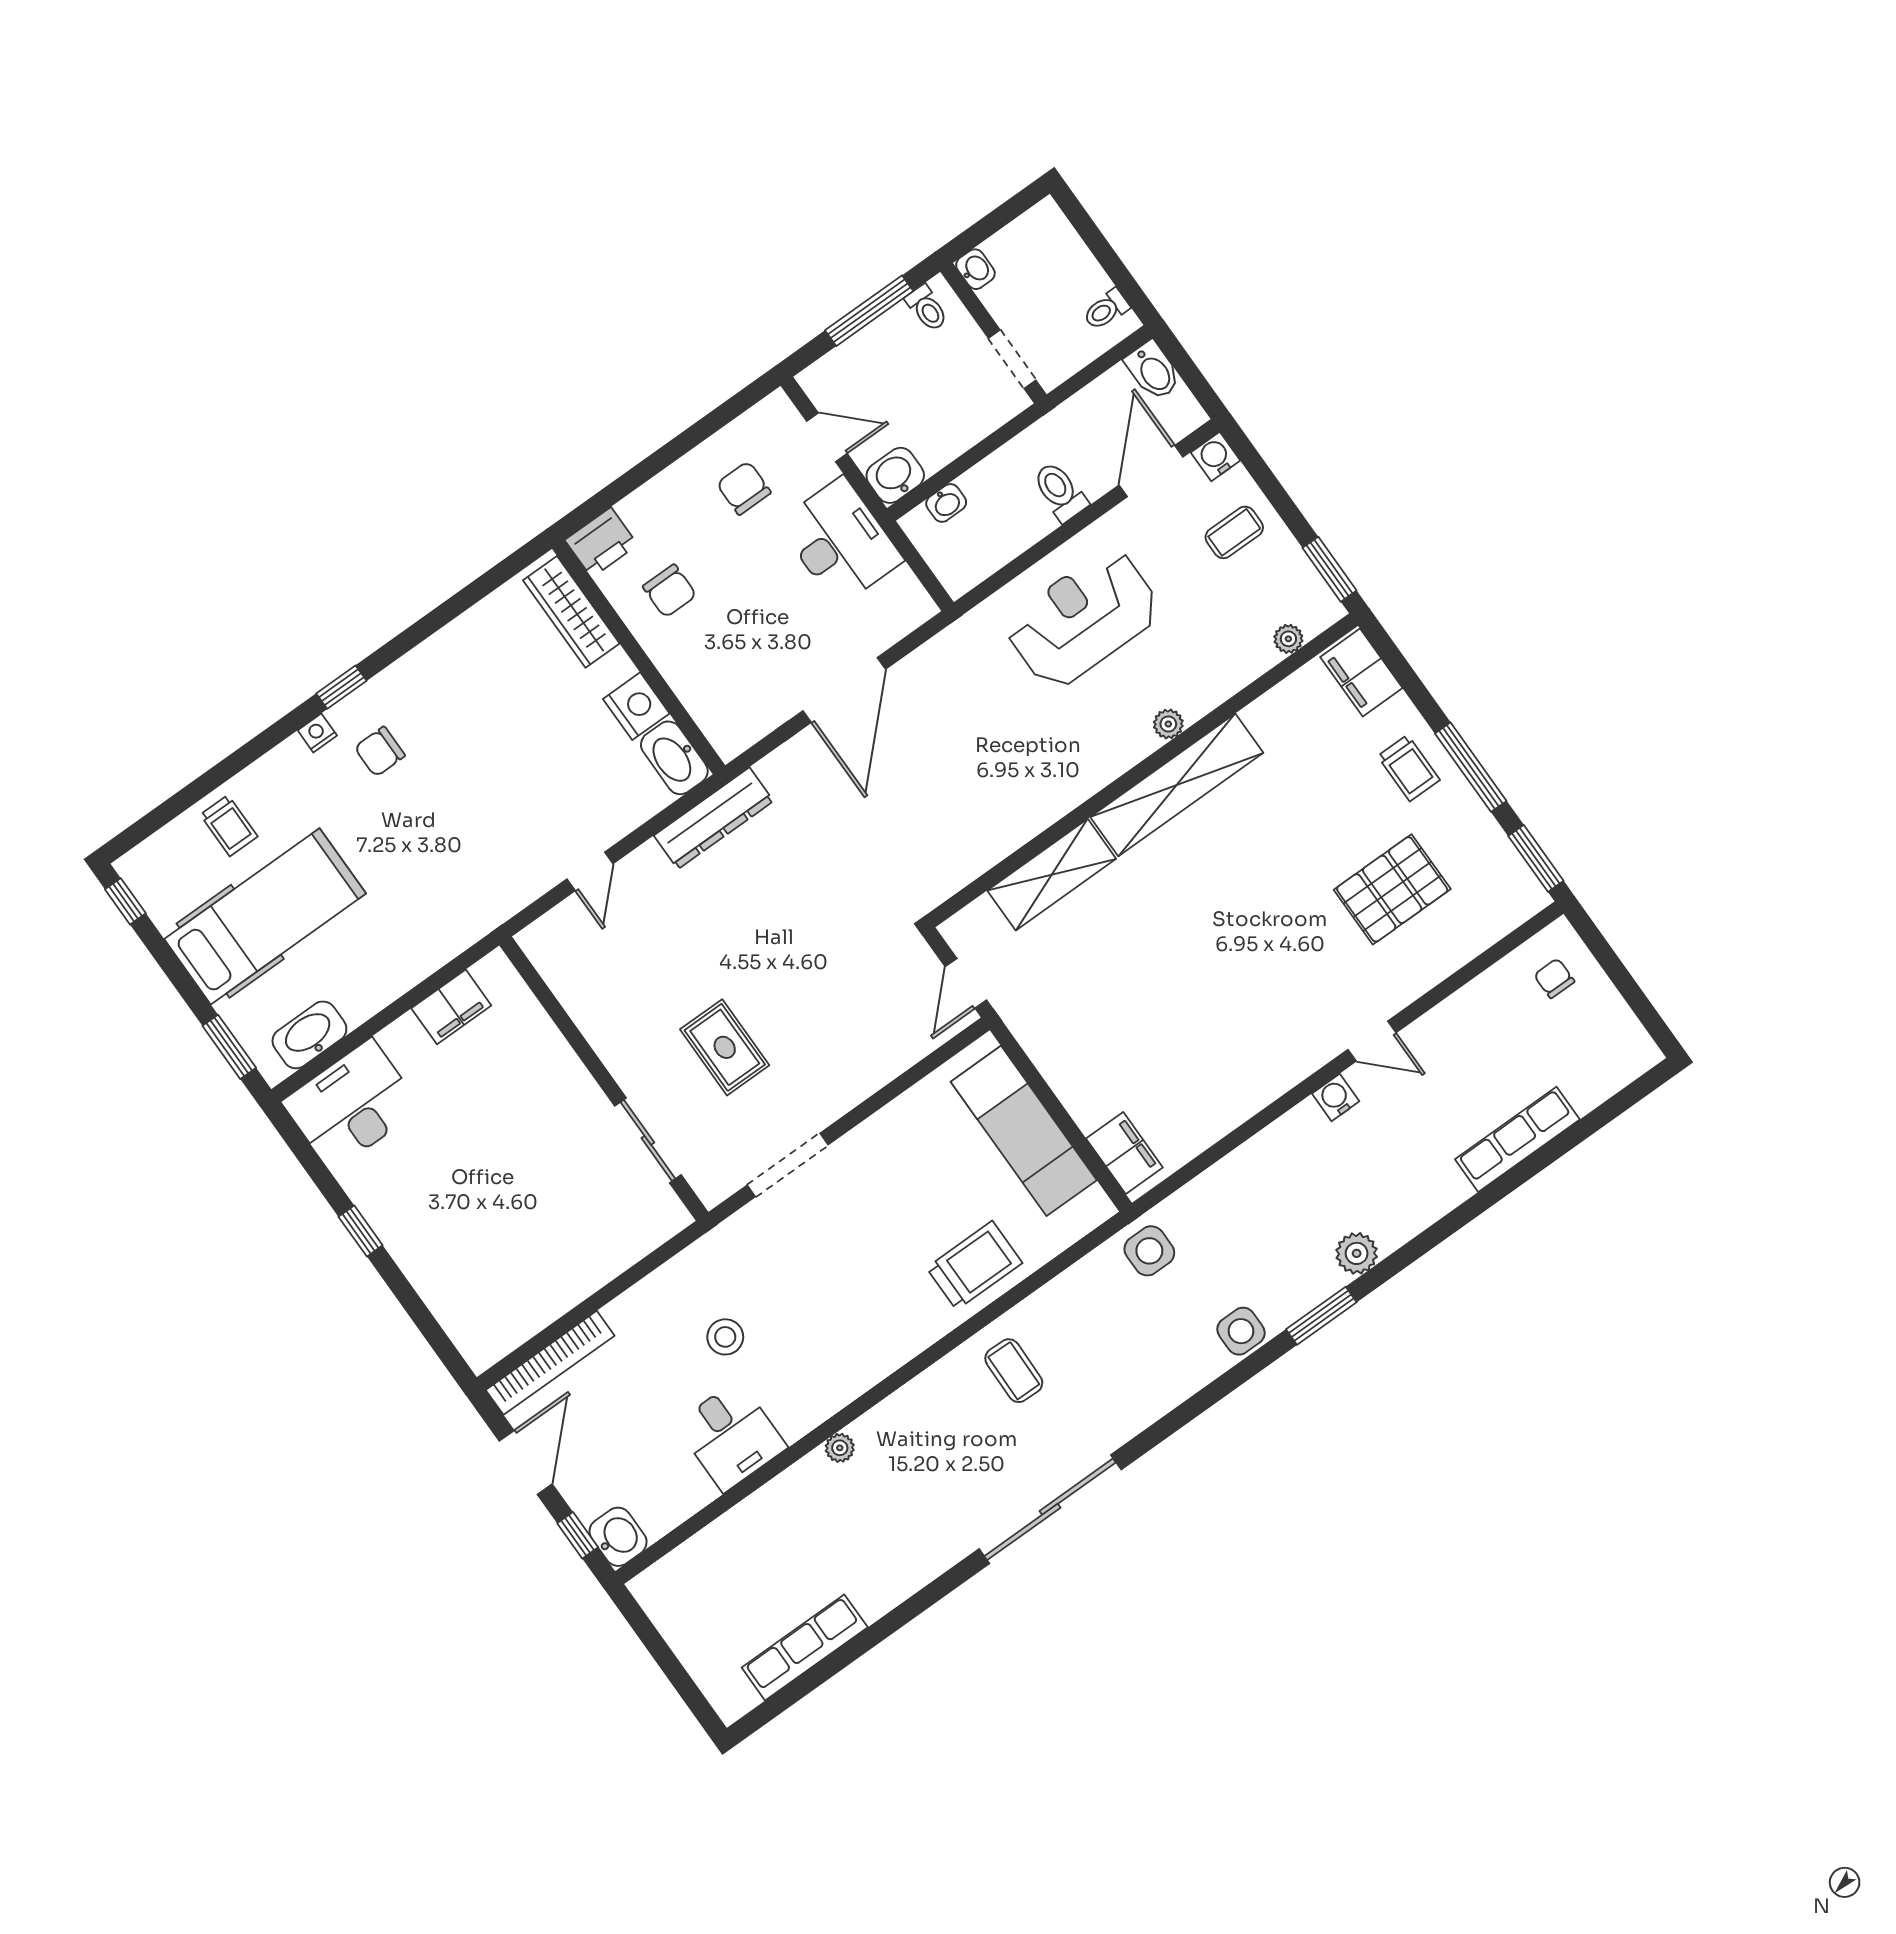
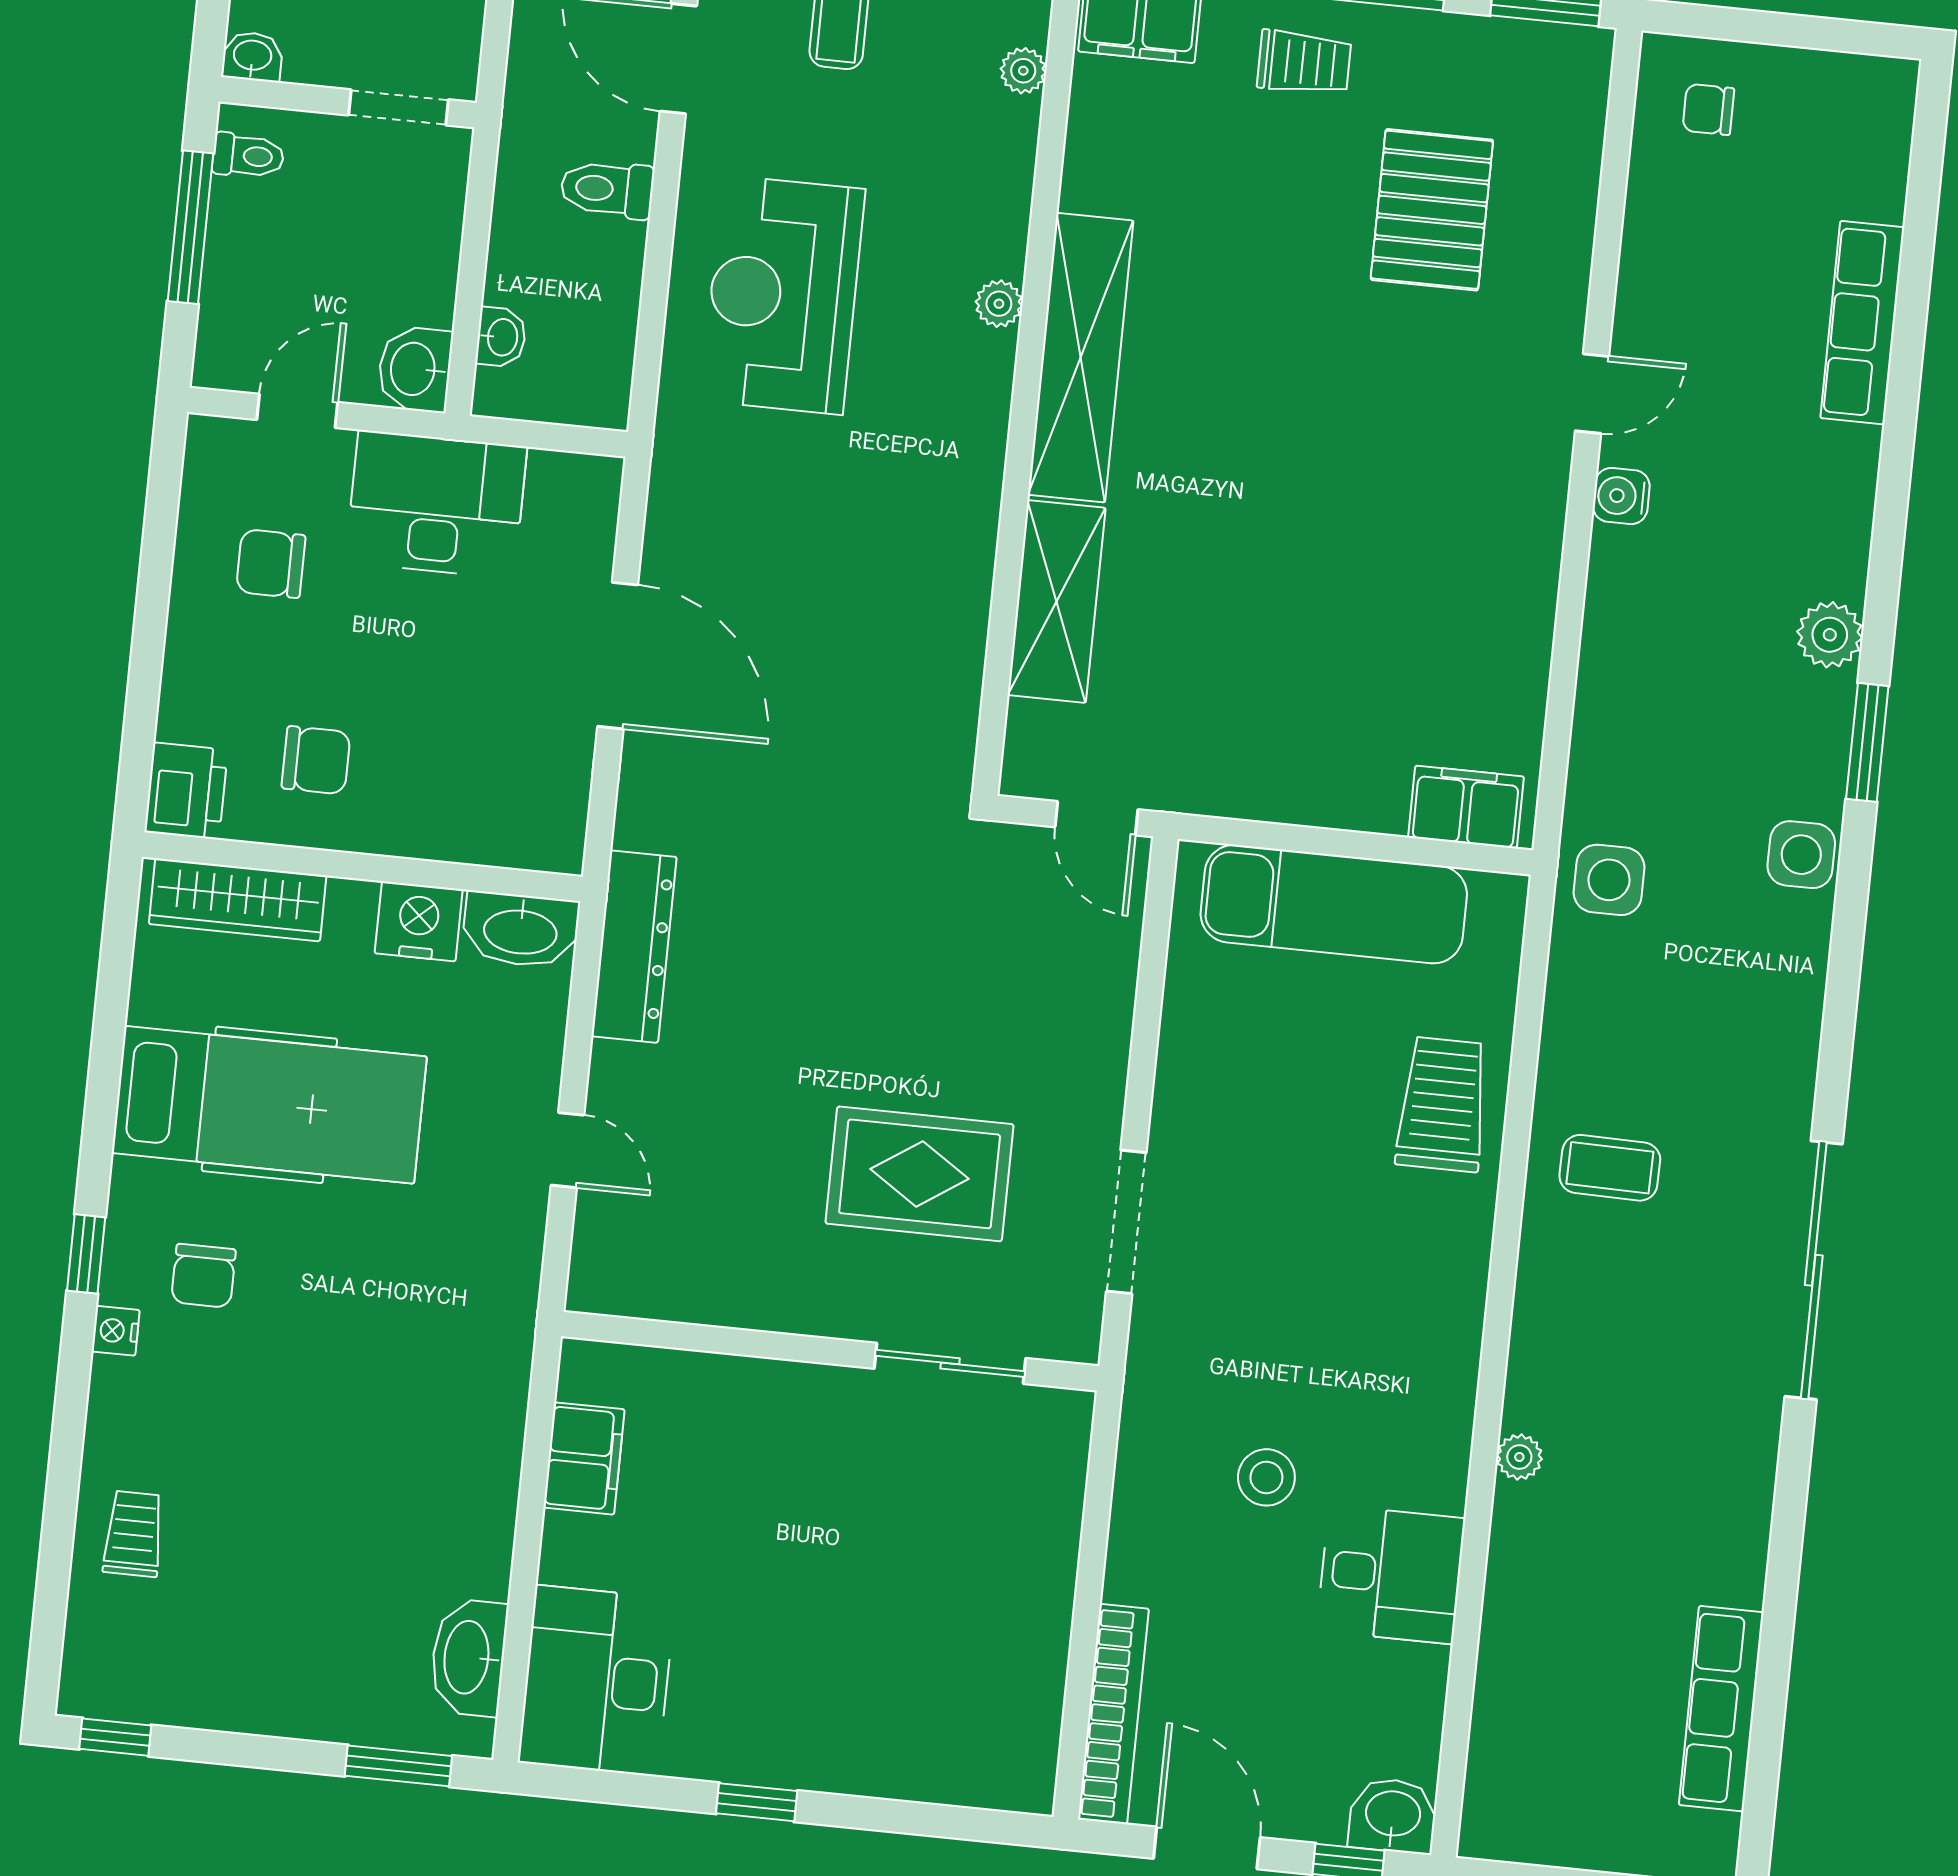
trolley: (229, 826) -> (134, 1534), turned -90
hospital bed: (265, 916) -> (269, 1105), moved, turned 90
rug: (725, 1047) -> (920, 1174), width x1.36, depth x1.43

